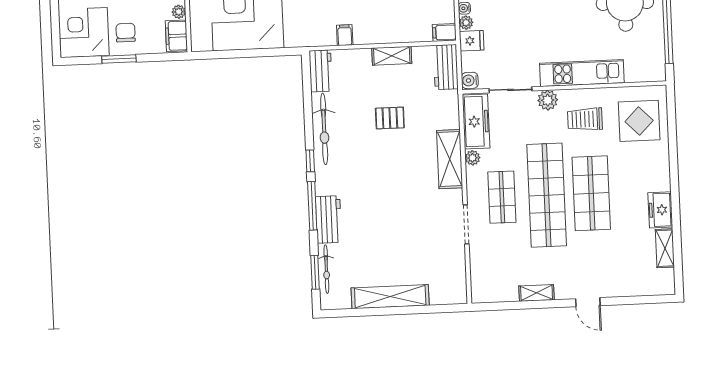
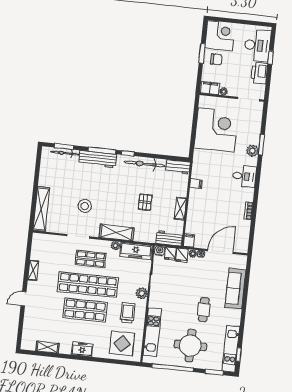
fridge: (472, 61) -> (170, 254), added
kitchen unit: (582, 73) -> (152, 332), moved
freezer: (660, 210) -> (82, 349), moved
workbench: (329, 220) -> (98, 159), width x1.38
stool: (412, 221) -> (85, 206), added
shelving: (390, 297) -> (41, 209), moved

